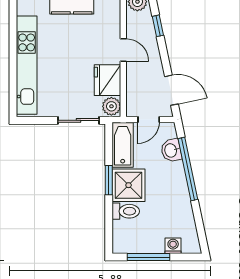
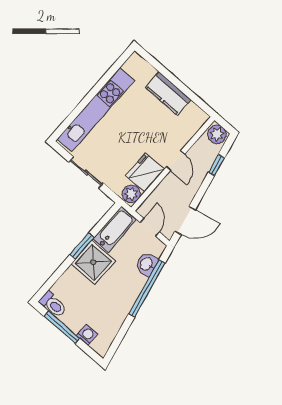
door: (171, 90) -> (185, 220), hinge flipped
door: (149, 119) -> (150, 227), swing flipped
sliding door: (78, 120) -> (86, 173), moved
toilet: (126, 211) -> (53, 304), moved

